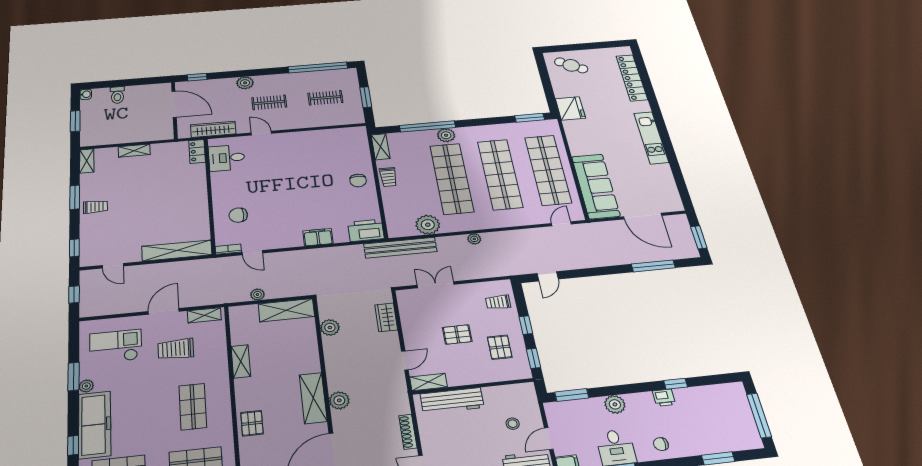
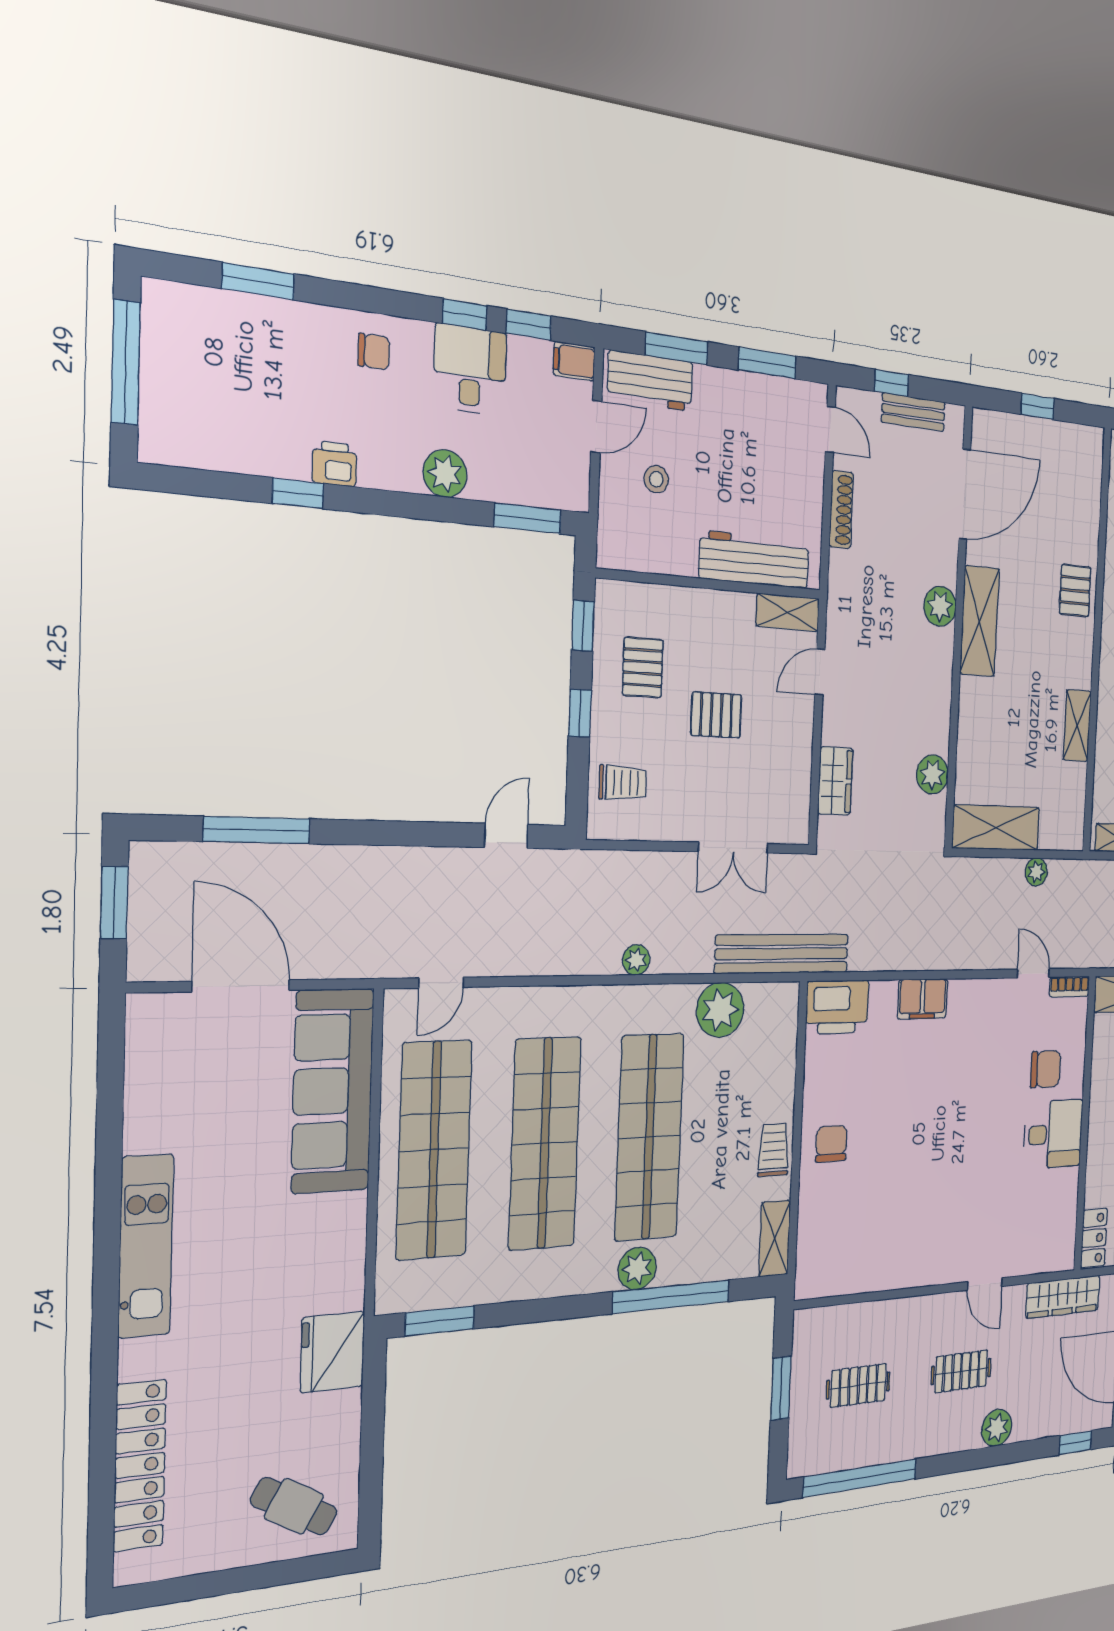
desk: (227, 158) -> (1053, 1134), moved

